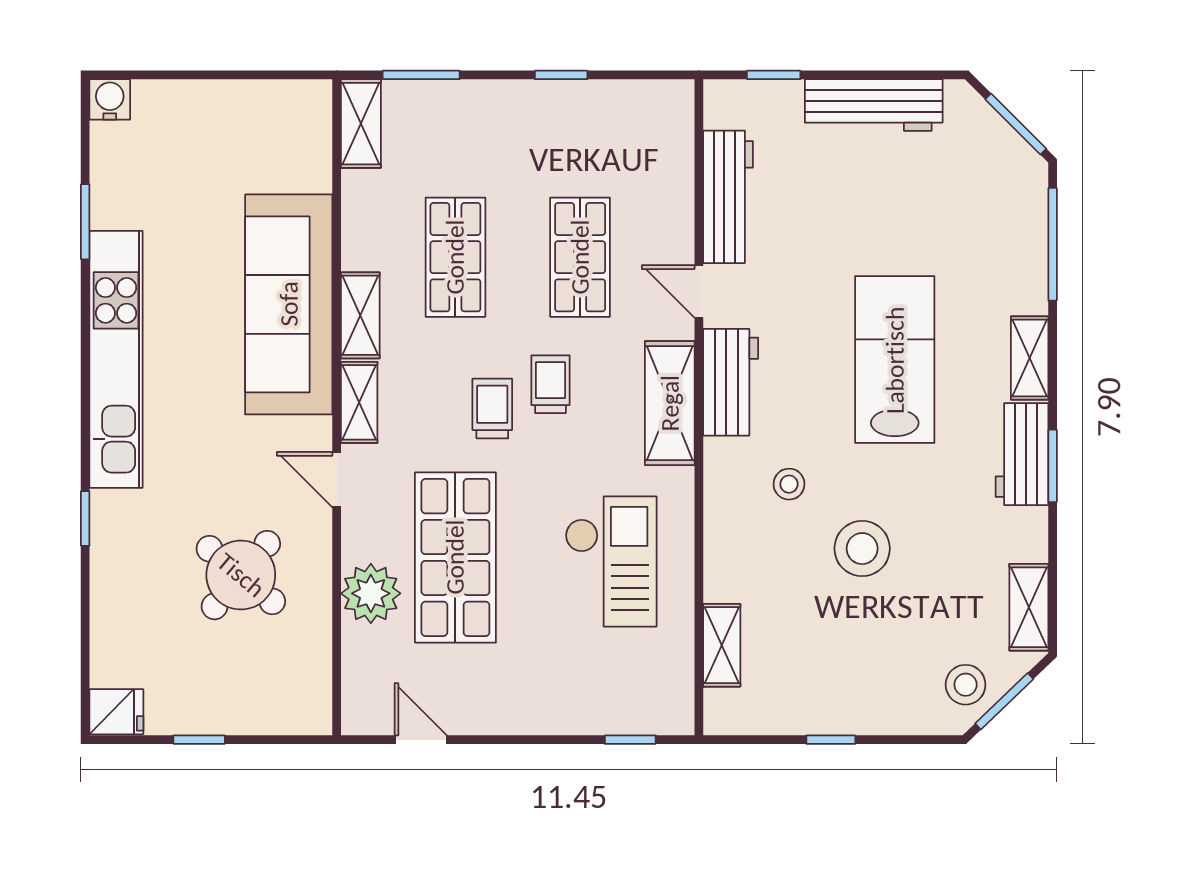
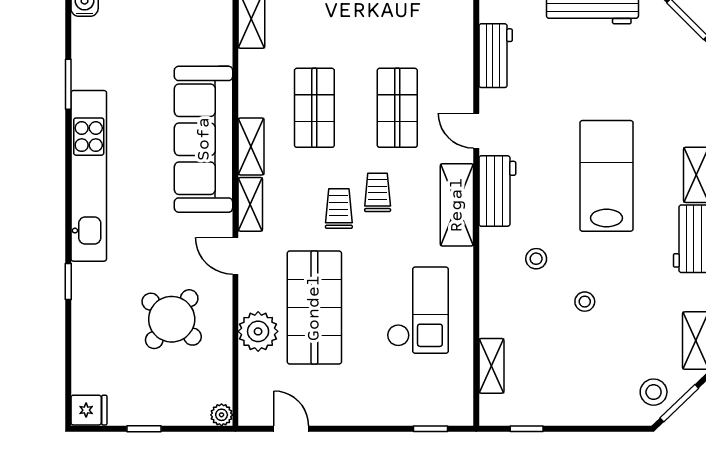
workbench: (728, 197) -> (496, 56), width x0.73
stool: (862, 549) -> (585, 302), width x0.53, depth x0.53
plant: (316, 719) -> (222, 415), added
window: (831, 740) -> (527, 429), moved

